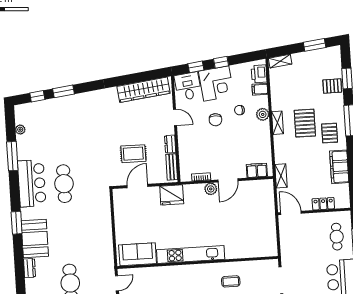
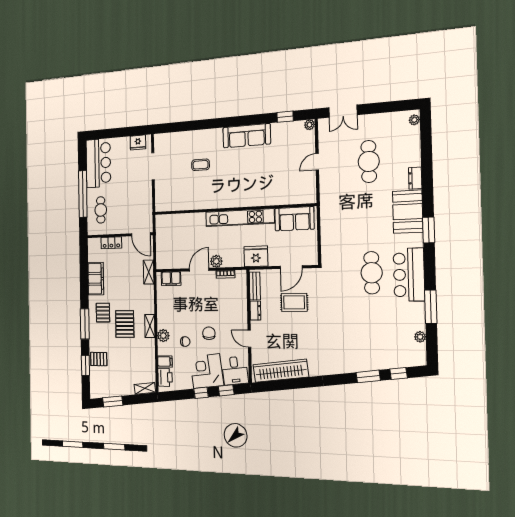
sofa: (138, 254) -> (294, 219), moved
kitchen unit: (191, 255) -> (240, 218), moved
wall: (198, 262) -> (233, 209), moved

